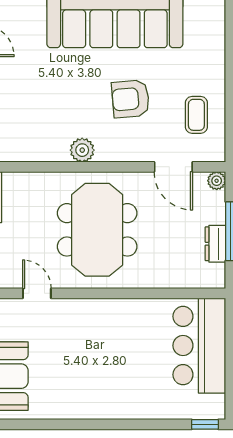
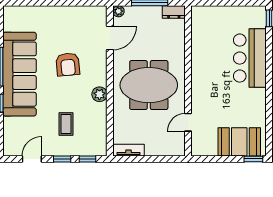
coffee table: (196, 115) -> (66, 124), moved, turned 90
dresser: (215, 244) -> (174, 12), moved
bar counter: (199, 346) -> (250, 58), moved, turned 90

